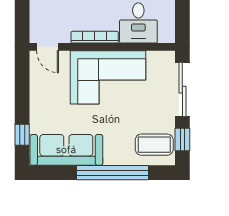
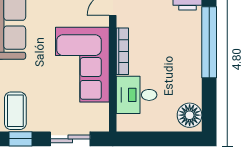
sliding door: (182, 90) -> (70, 139), width x0.73

